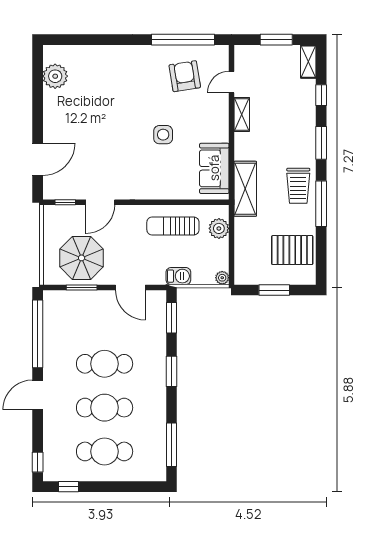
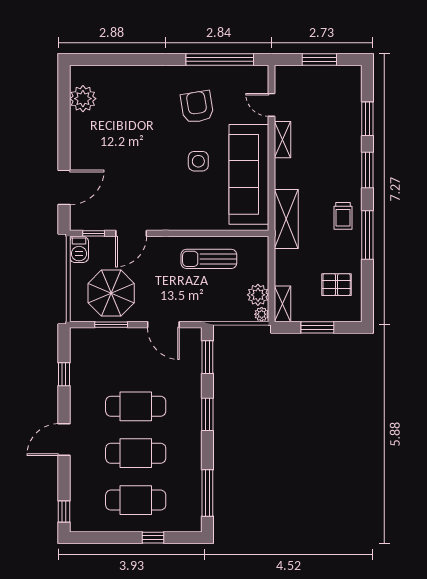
shelving: (308, 62) -> (282, 304), moved
armchair: (185, 76) -> (197, 107), moved
door: (232, 82) -> (272, 105), hinge flipped
window: (321, 95) -> (367, 119), width x1.50
sofa: (214, 168) -> (249, 174), width x1.85, depth x1.27
trolley: (298, 186) -> (343, 216), width x0.73, depth x0.72
plant: (219, 228) -> (258, 295), moved
pallet: (292, 250) -> (337, 285), width x0.67, depth x0.71
barbecue: (178, 276) -> (79, 249), moved, turned 90
window: (38, 334) -> (64, 374), width x0.32
window: (68, 487) -> (153, 538), moved

